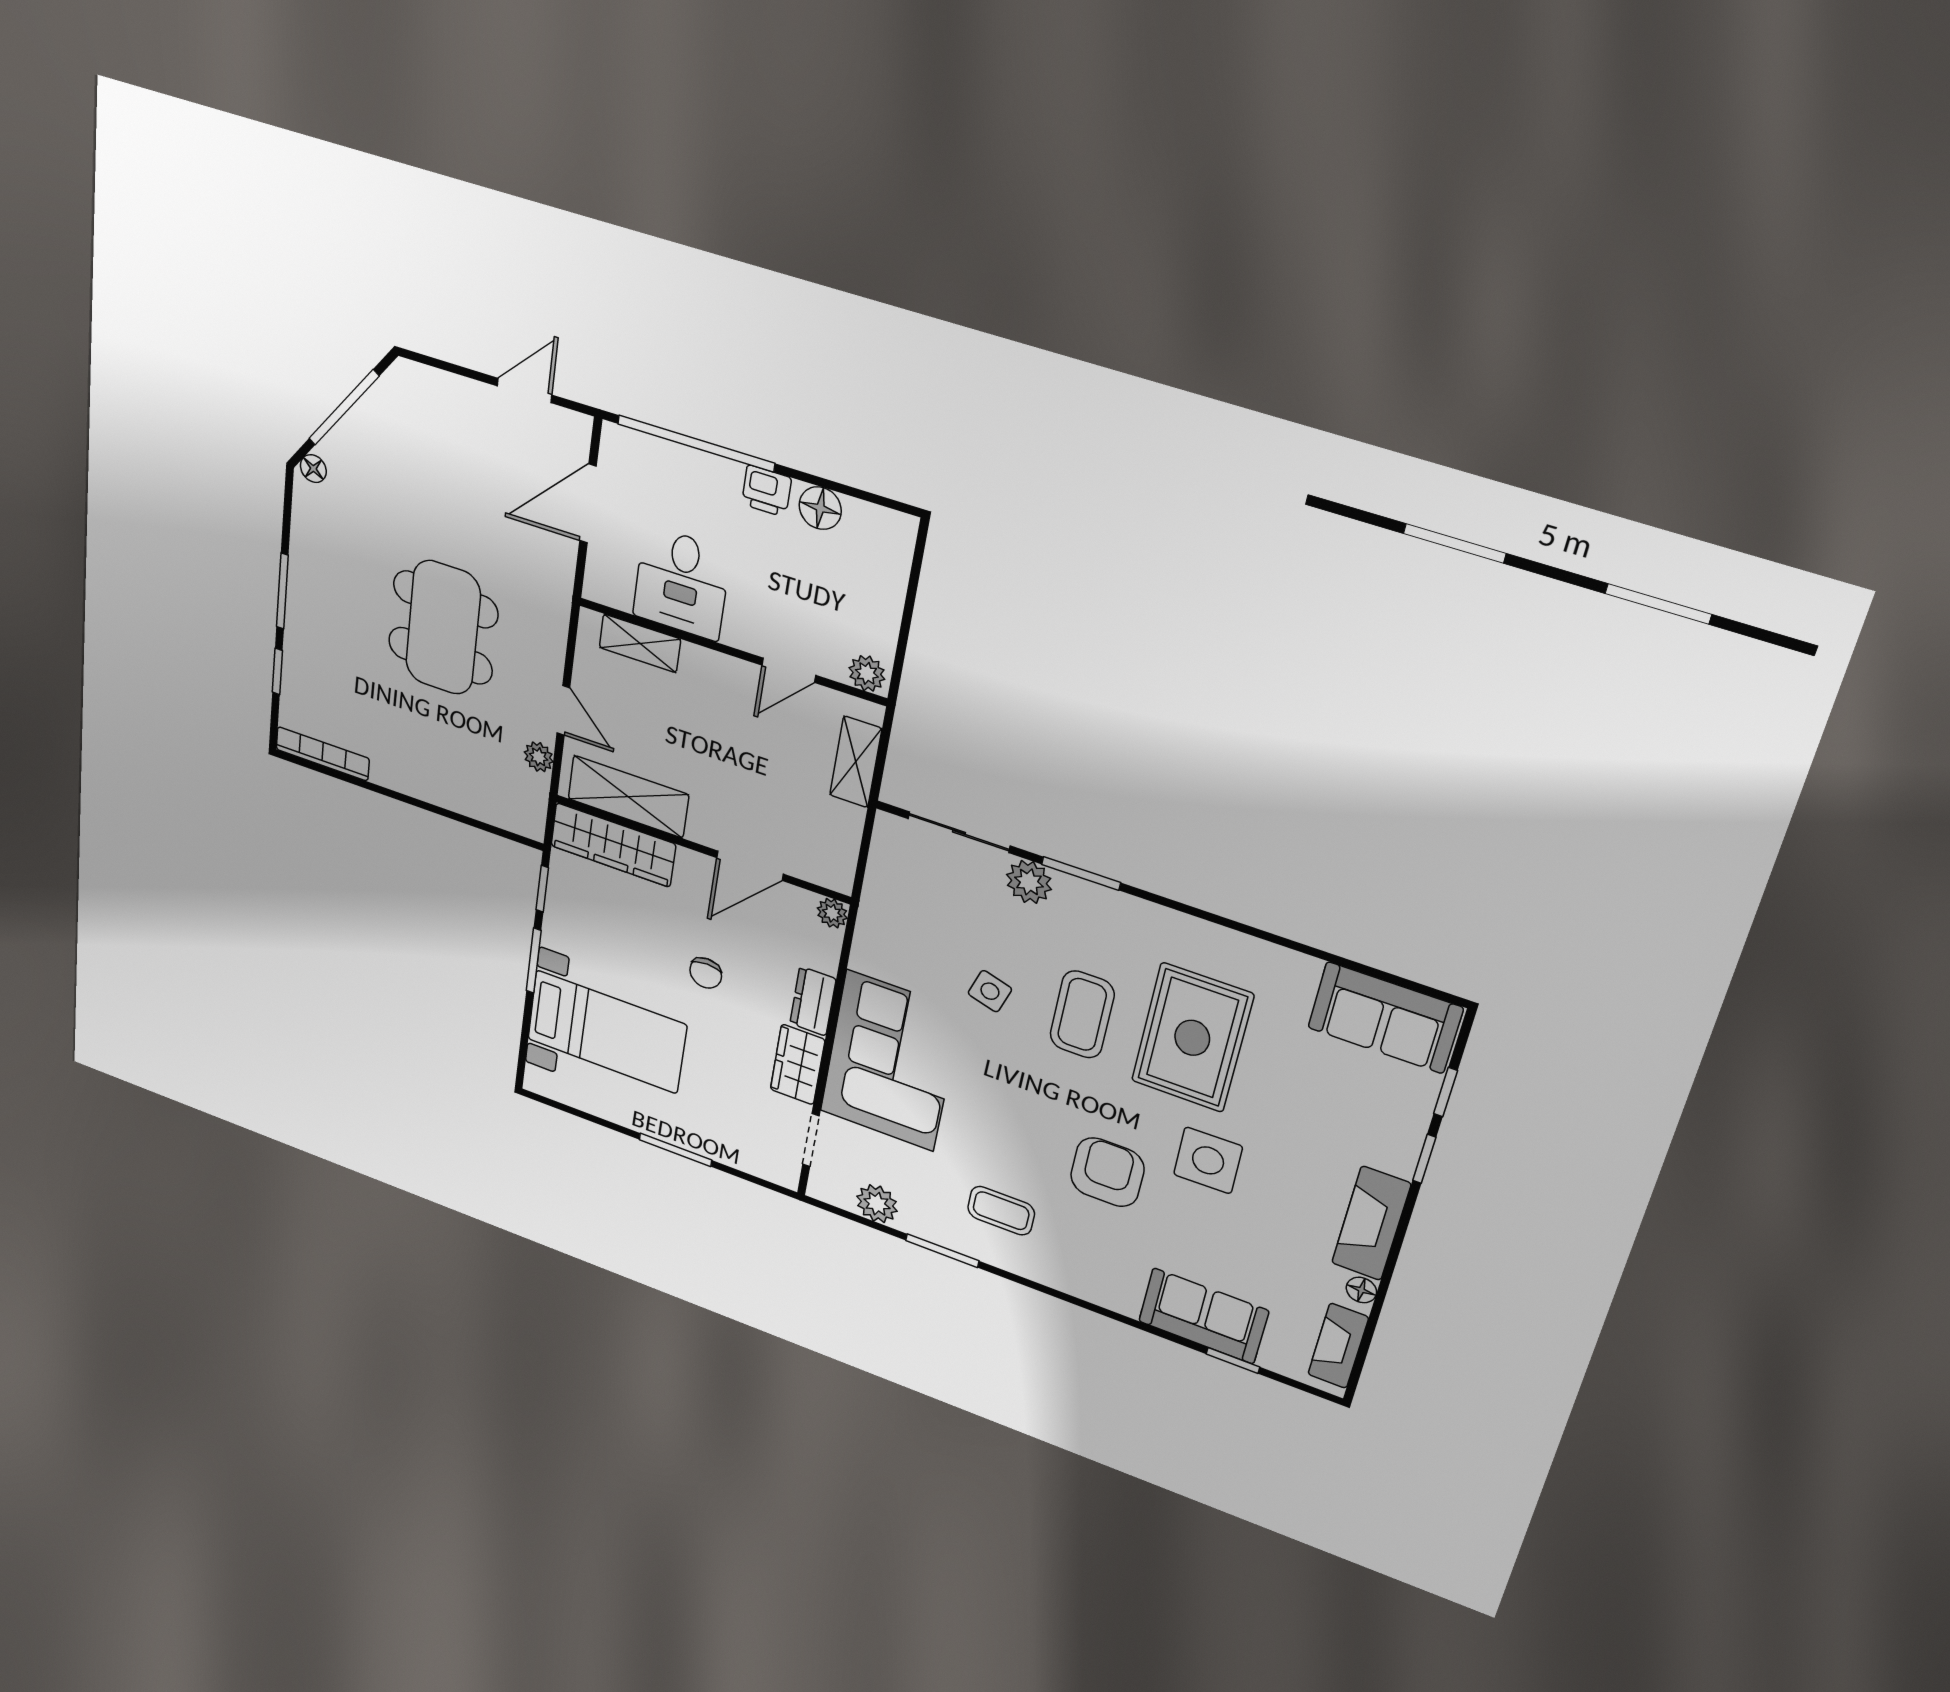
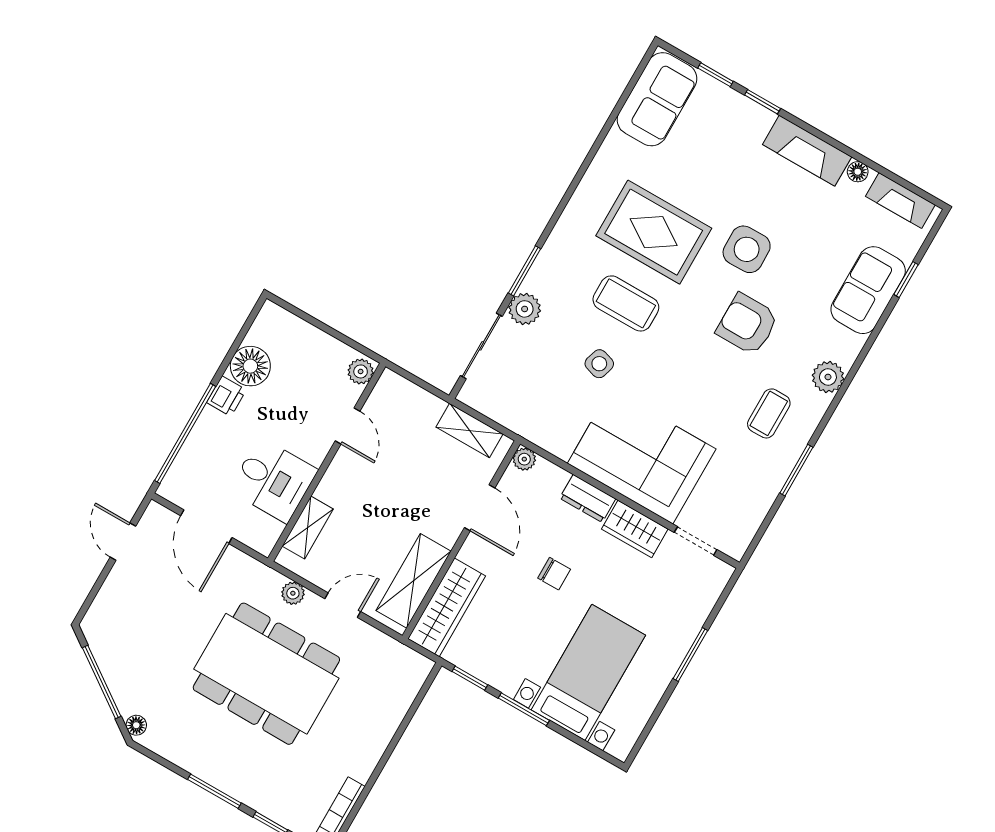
floor lamp: (820, 508) -> (250, 366), width x1.38, depth x1.38
dining table: (443, 628) -> (266, 674), width x1.36, depth x1.24
plant: (539, 757) -> (293, 593), moved
shelving: (856, 762) -> (469, 430), moved
plant: (877, 1204) -> (828, 377), moved

